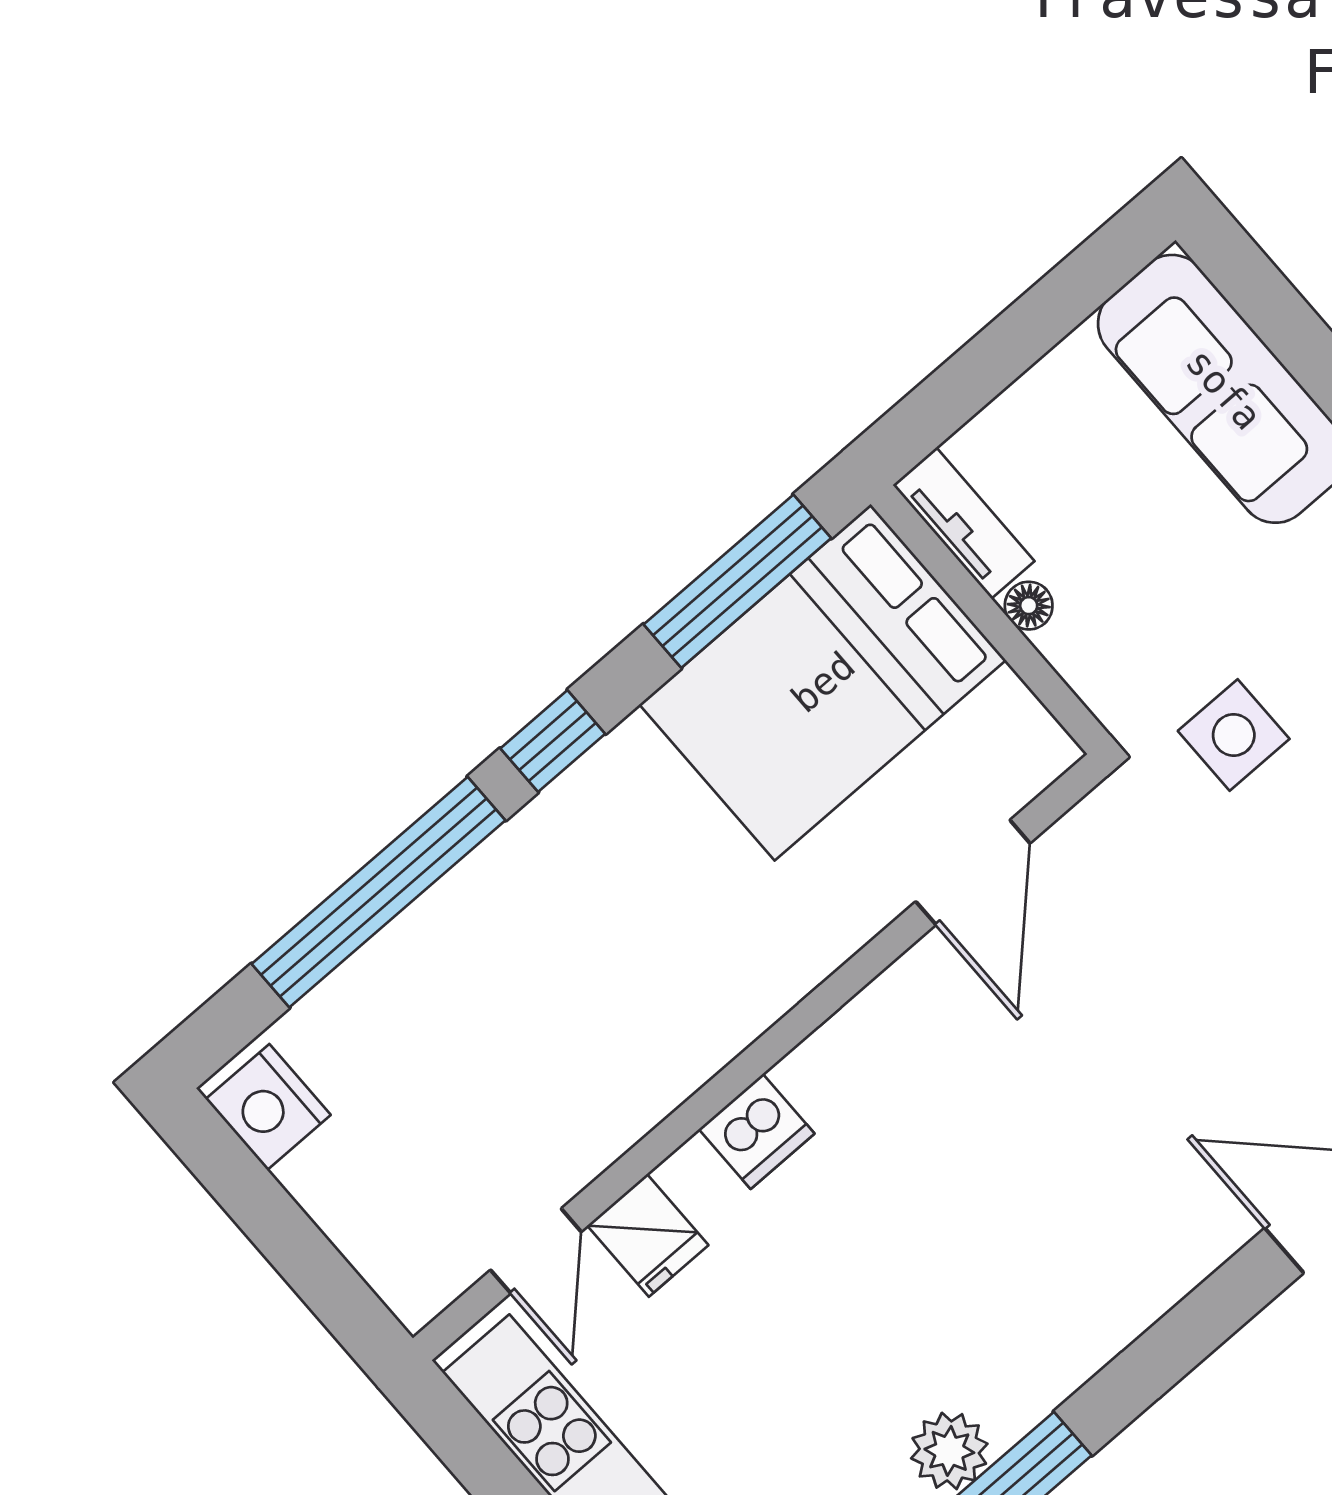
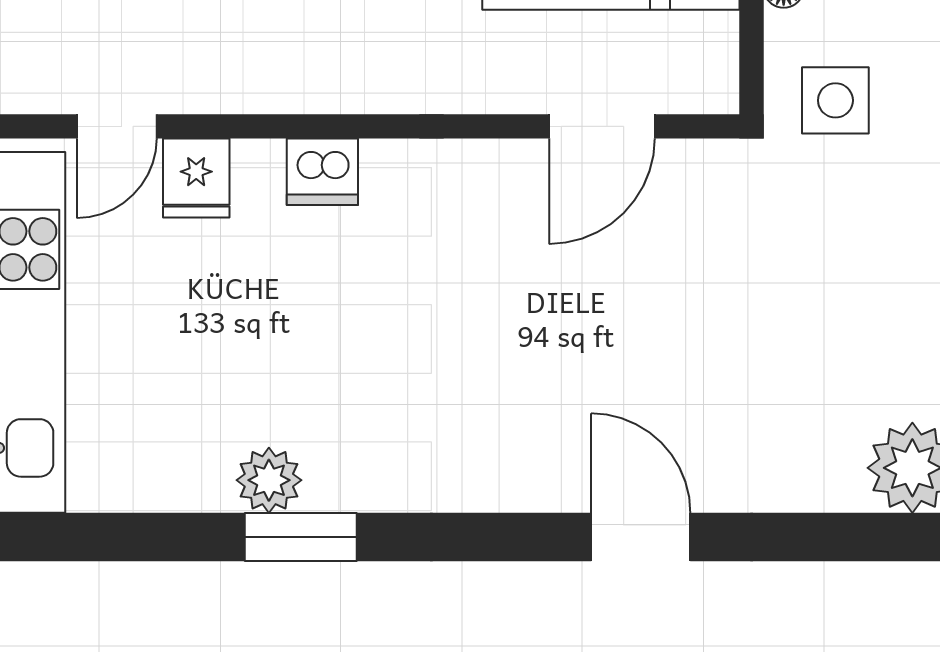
side table: (1234, 735) -> (835, 100), moved

